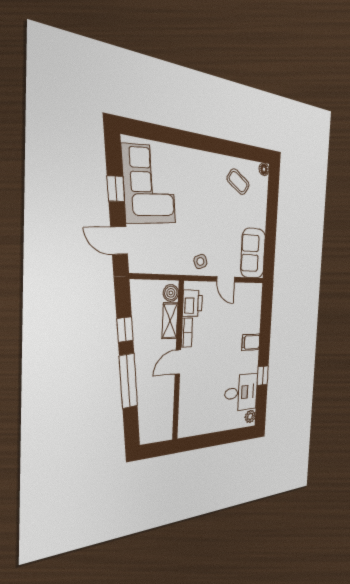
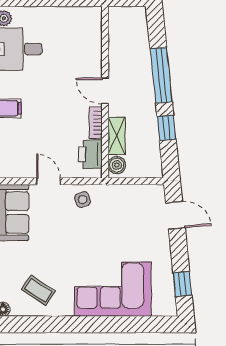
corner sofa: (149, 184) -> (113, 289), moved, turned 96
window: (116, 189) -> (182, 284), moved
door: (178, 362) -> (105, 91), swing flipped

